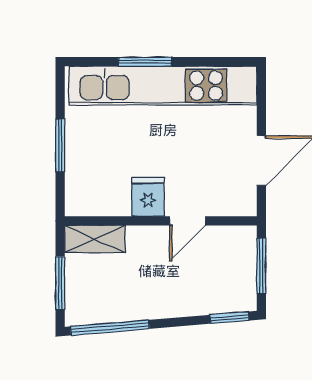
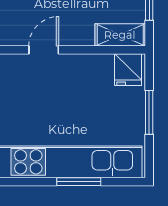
fridge: (148, 197) -> (128, 70), moved

